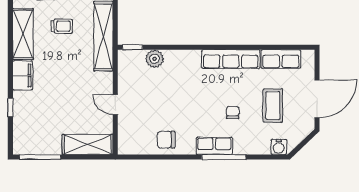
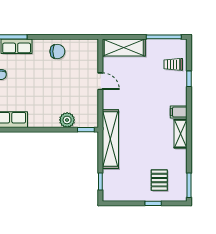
trolley: (62, 26) -> (173, 64), moved
shelving: (23, 34) -> (180, 134), width x0.67, depth x0.75
filing cabinet: (23, 75) -> (179, 112), width x0.50

